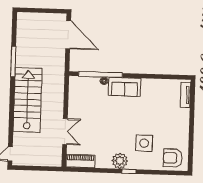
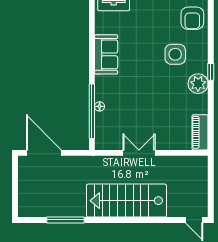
door: (68, 35) -> (44, 153), hinge flipped
window: (13, 61) -> (65, 220), moved
sofa: (125, 87) -> (106, 54), moved
double door: (65, 132) -> (139, 153), moved

